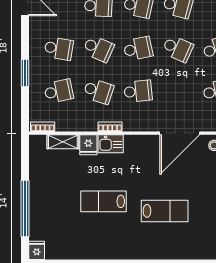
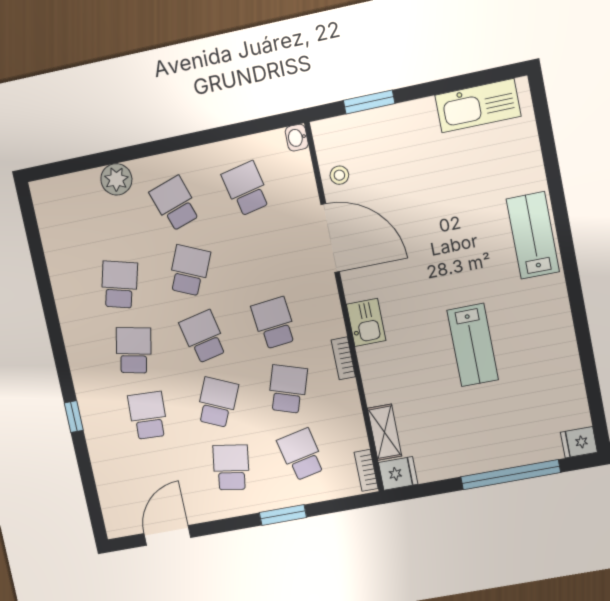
kitchen sink: (111, 144) -> (366, 322), moved
fridge: (88, 145) -> (398, 473), moved
lab bench: (165, 211) -> (533, 235), moved

